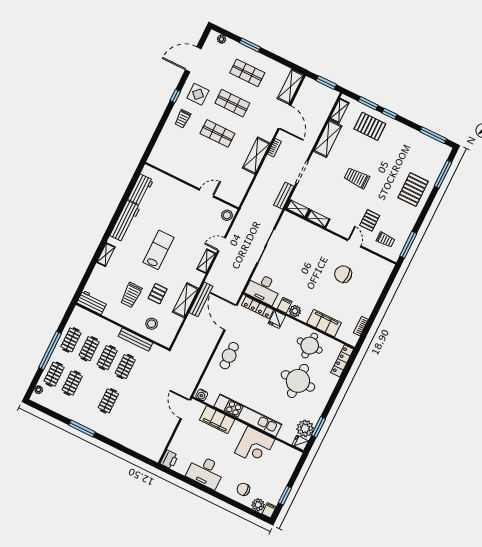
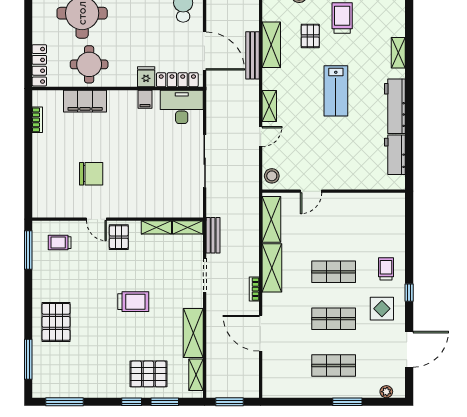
shelving: (291, 87) -> (271, 219), moved
pallet: (370, 220) -> (119, 237), moved
plant: (295, 311) -> (129, 98), removed

